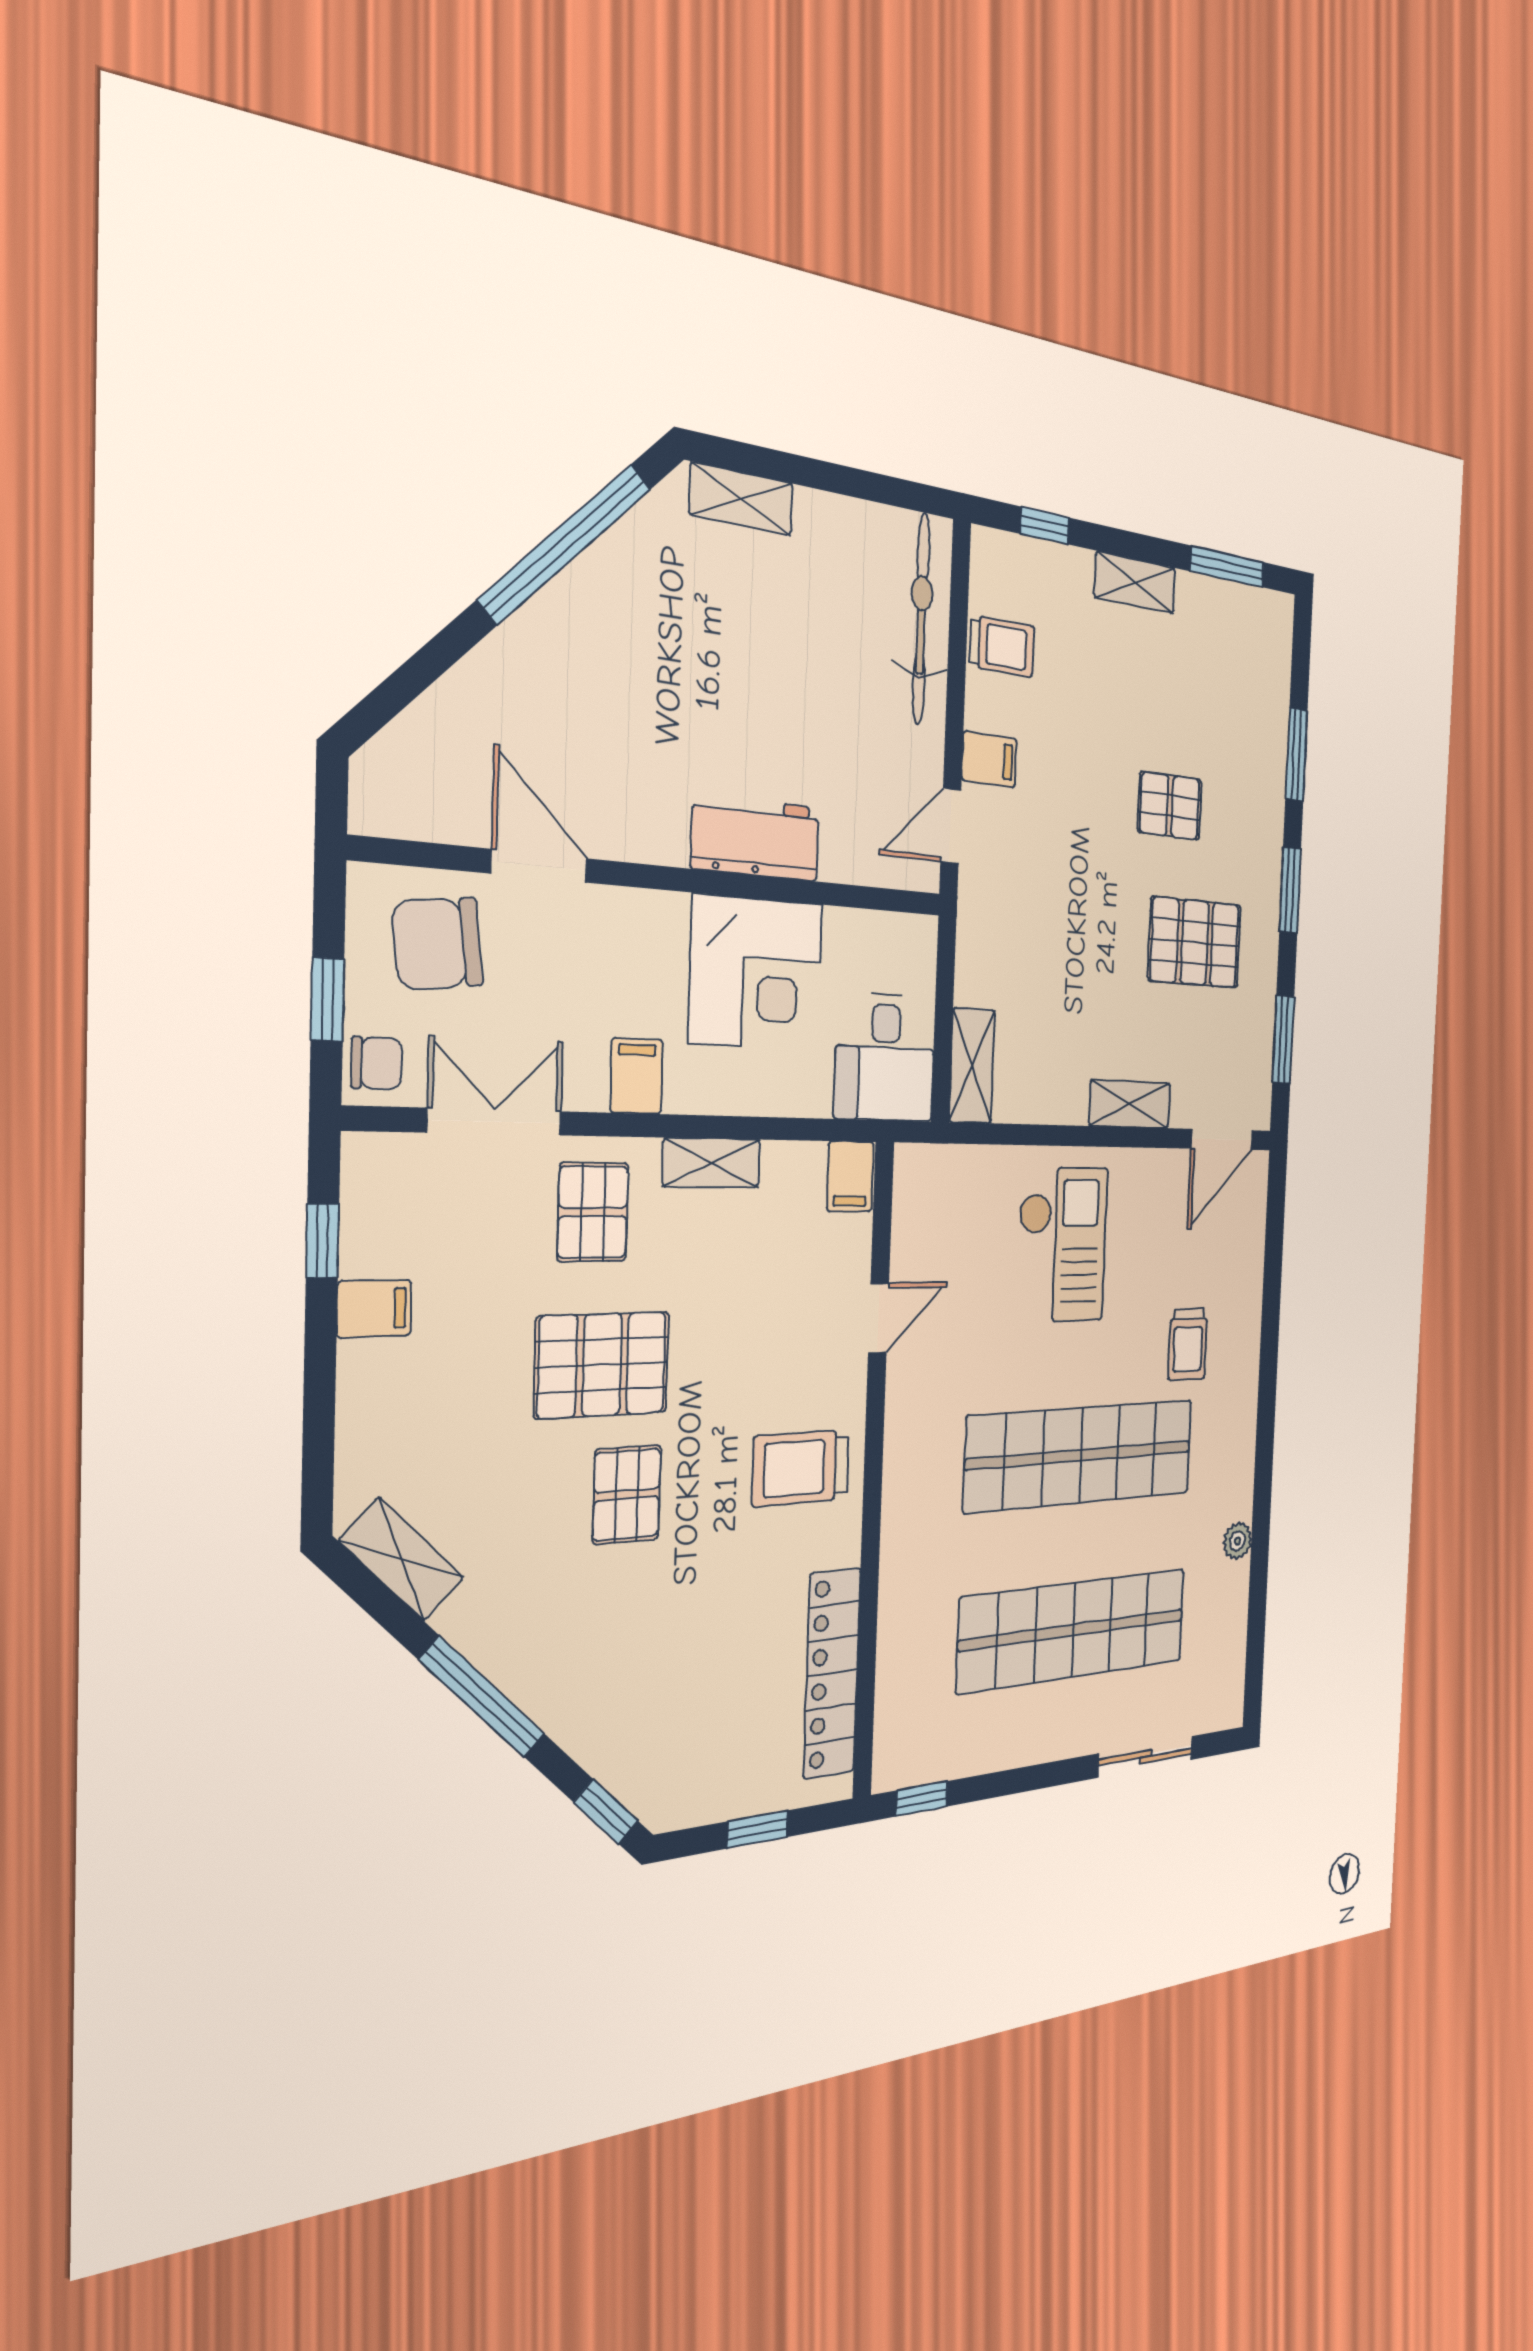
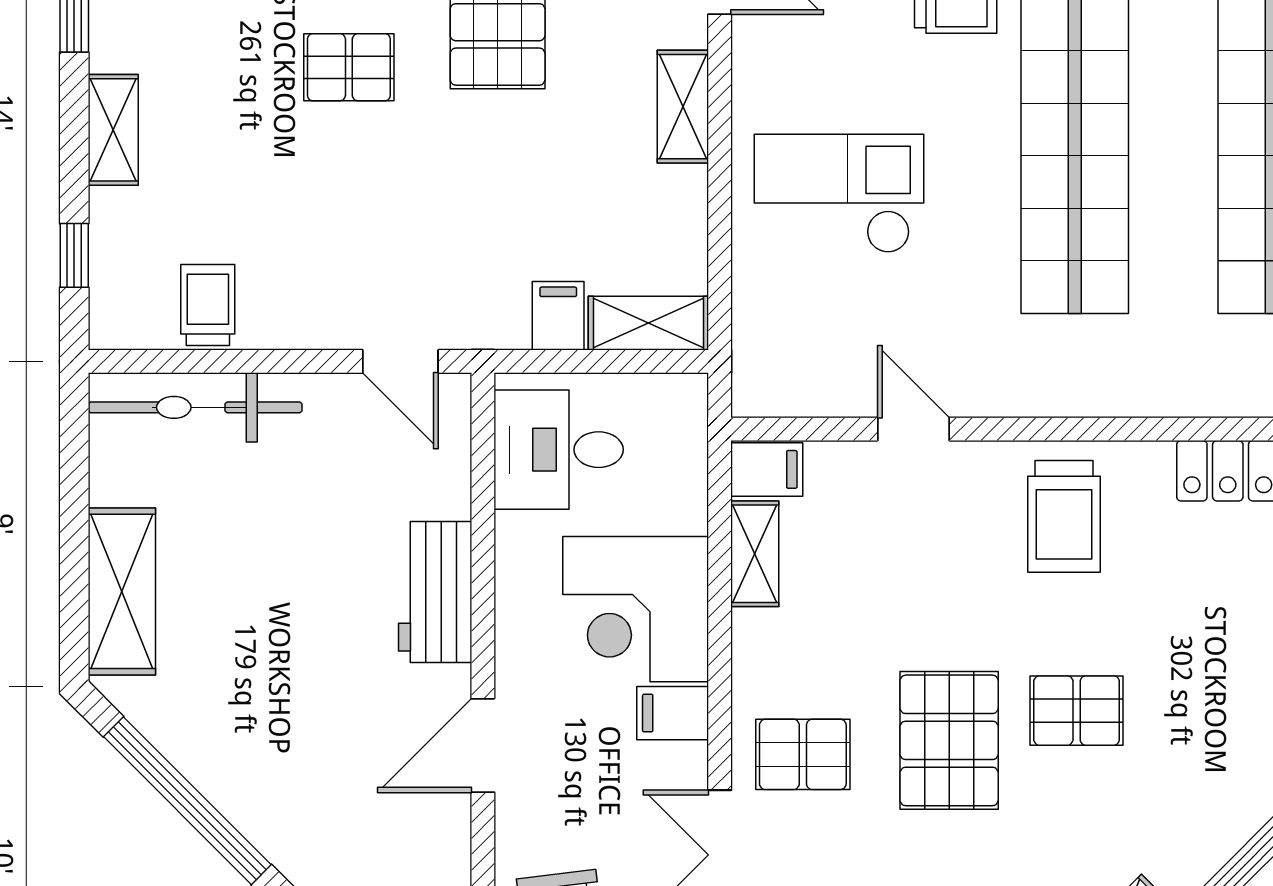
shelving: (741, 499) -> (122, 591), width x1.50, depth x1.33
filing cabinet: (989, 759) -> (558, 316), moved
pallet: (1170, 806) -> (349, 67), turned 90
door: (539, 866) -> (483, 745), moved
corner desk: (756, 973) -> (636, 609), moved, turned 180
desk: (885, 1058) -> (559, 450), moved, turned 180
shelving: (712, 1163) -> (755, 554), moved

